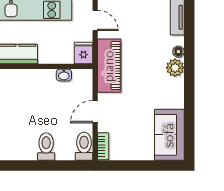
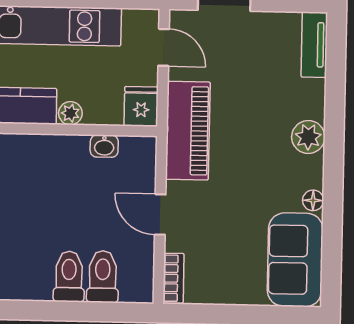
floor lamp: (178, 52) -> (313, 200), moved
plant: (45, 57) -> (70, 113), added
door: (95, 112) -> (160, 215), hinge flipped
toilet: (84, 146) -> (103, 277), moved

